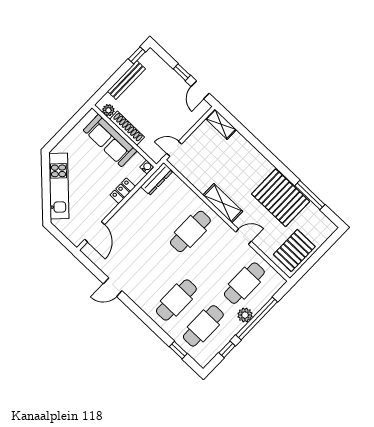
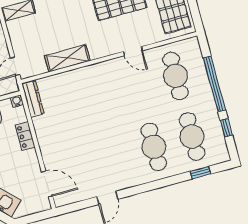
shelving: (223, 203) -> (67, 58), moved
cafe table: (190, 231) -> (99, 97), removed
door: (244, 237) -> (133, 51), swing flipped
plant: (245, 315) -> (205, 93), removed

